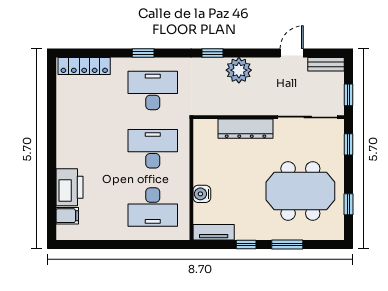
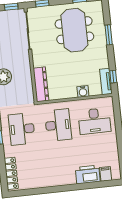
dresser: (246, 129) -> (41, 84), moved
desk: (153, 149) -> (58, 125), turned 180
desk: (153, 207) -> (94, 121), turned 90
window: (246, 244) -> (113, 77), moved

